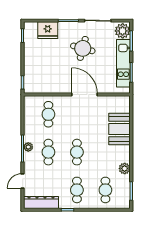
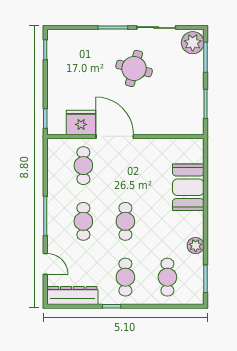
fridge: (48, 30) -> (81, 122), moved, turned 180
kitchen unit: (123, 63) -> (194, 90), removed
door: (85, 95) -> (115, 136), moved
plant: (28, 147) -> (54, 214), removed
door: (23, 181) -> (45, 264), swing flipped

